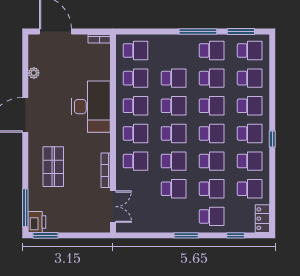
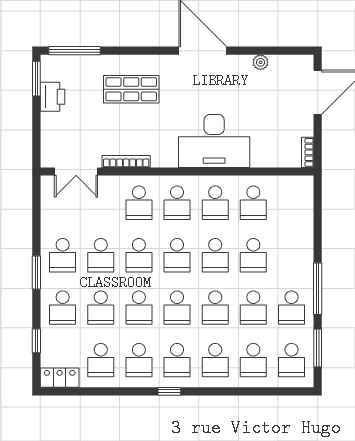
school desk: (136, 50) -> (63, 255), moved
printer: (37, 222) -> (52, 97), moved, turned -90

